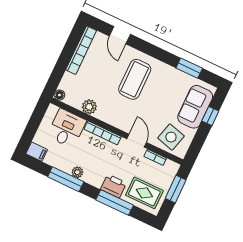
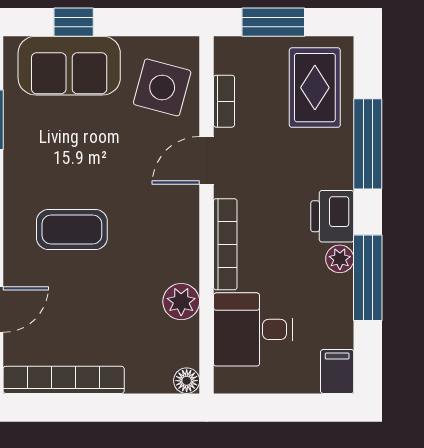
coffee table: (135, 79) -> (72, 230), width x0.73, depth x0.76
printer: (113, 186) -> (332, 216), moved

